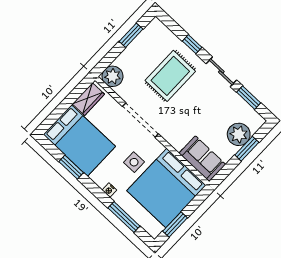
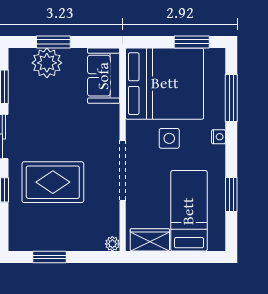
plant: (113, 76) -> (112, 244), width x0.53, depth x0.53
bed: (79, 140) -> (189, 211), width x0.67

